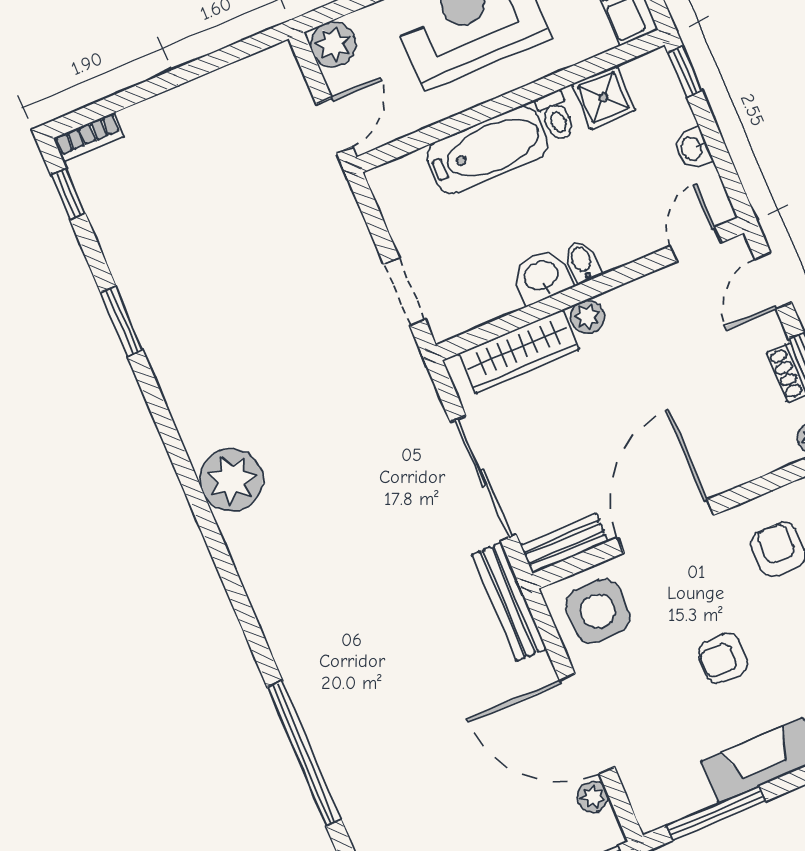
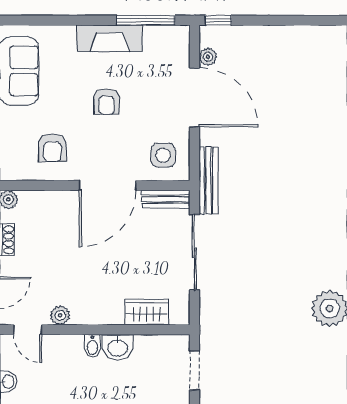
door: (696, 244) -> (28, 330), hinge flipped
plant: (587, 317) -> (60, 315), moved
wardrobe: (519, 352) -> (147, 312), width x0.67
side table: (598, 611) -> (163, 155), width x0.73, depth x0.73
armchair: (723, 658) -> (107, 102), turned 90

